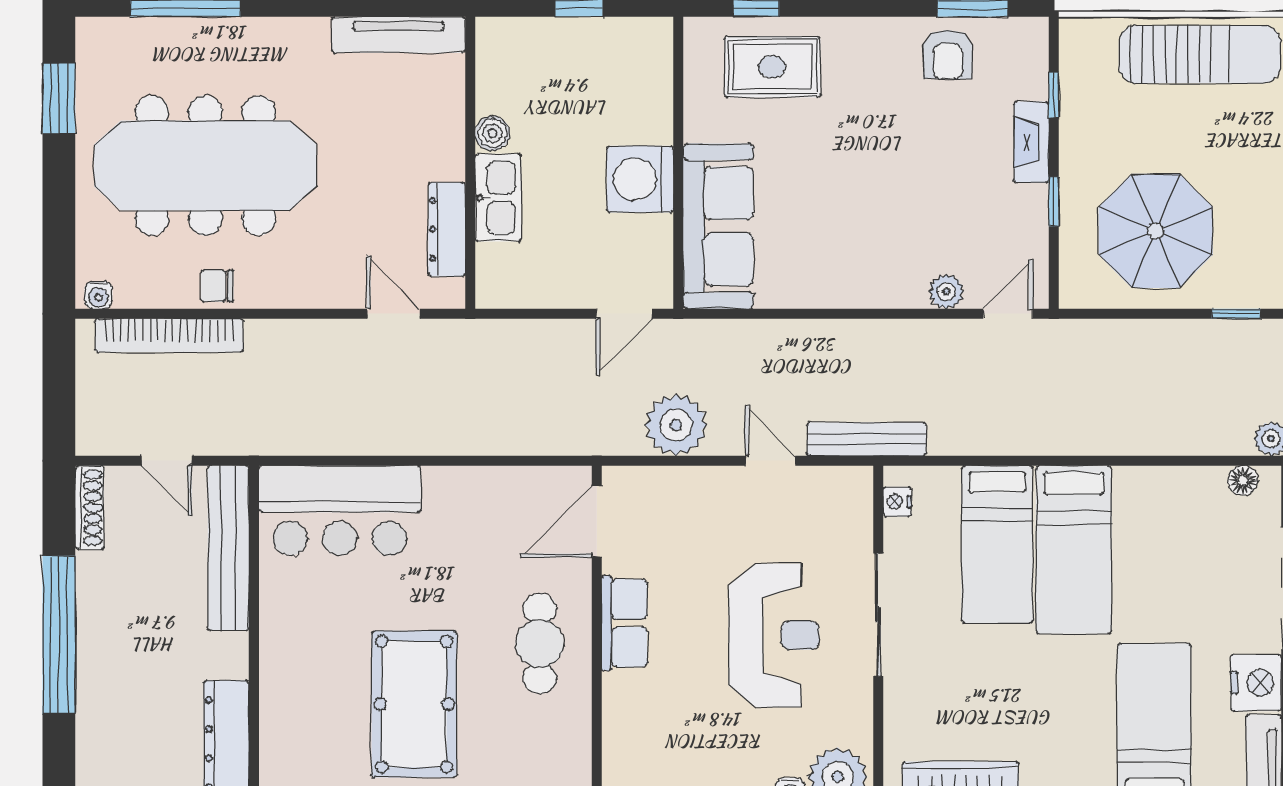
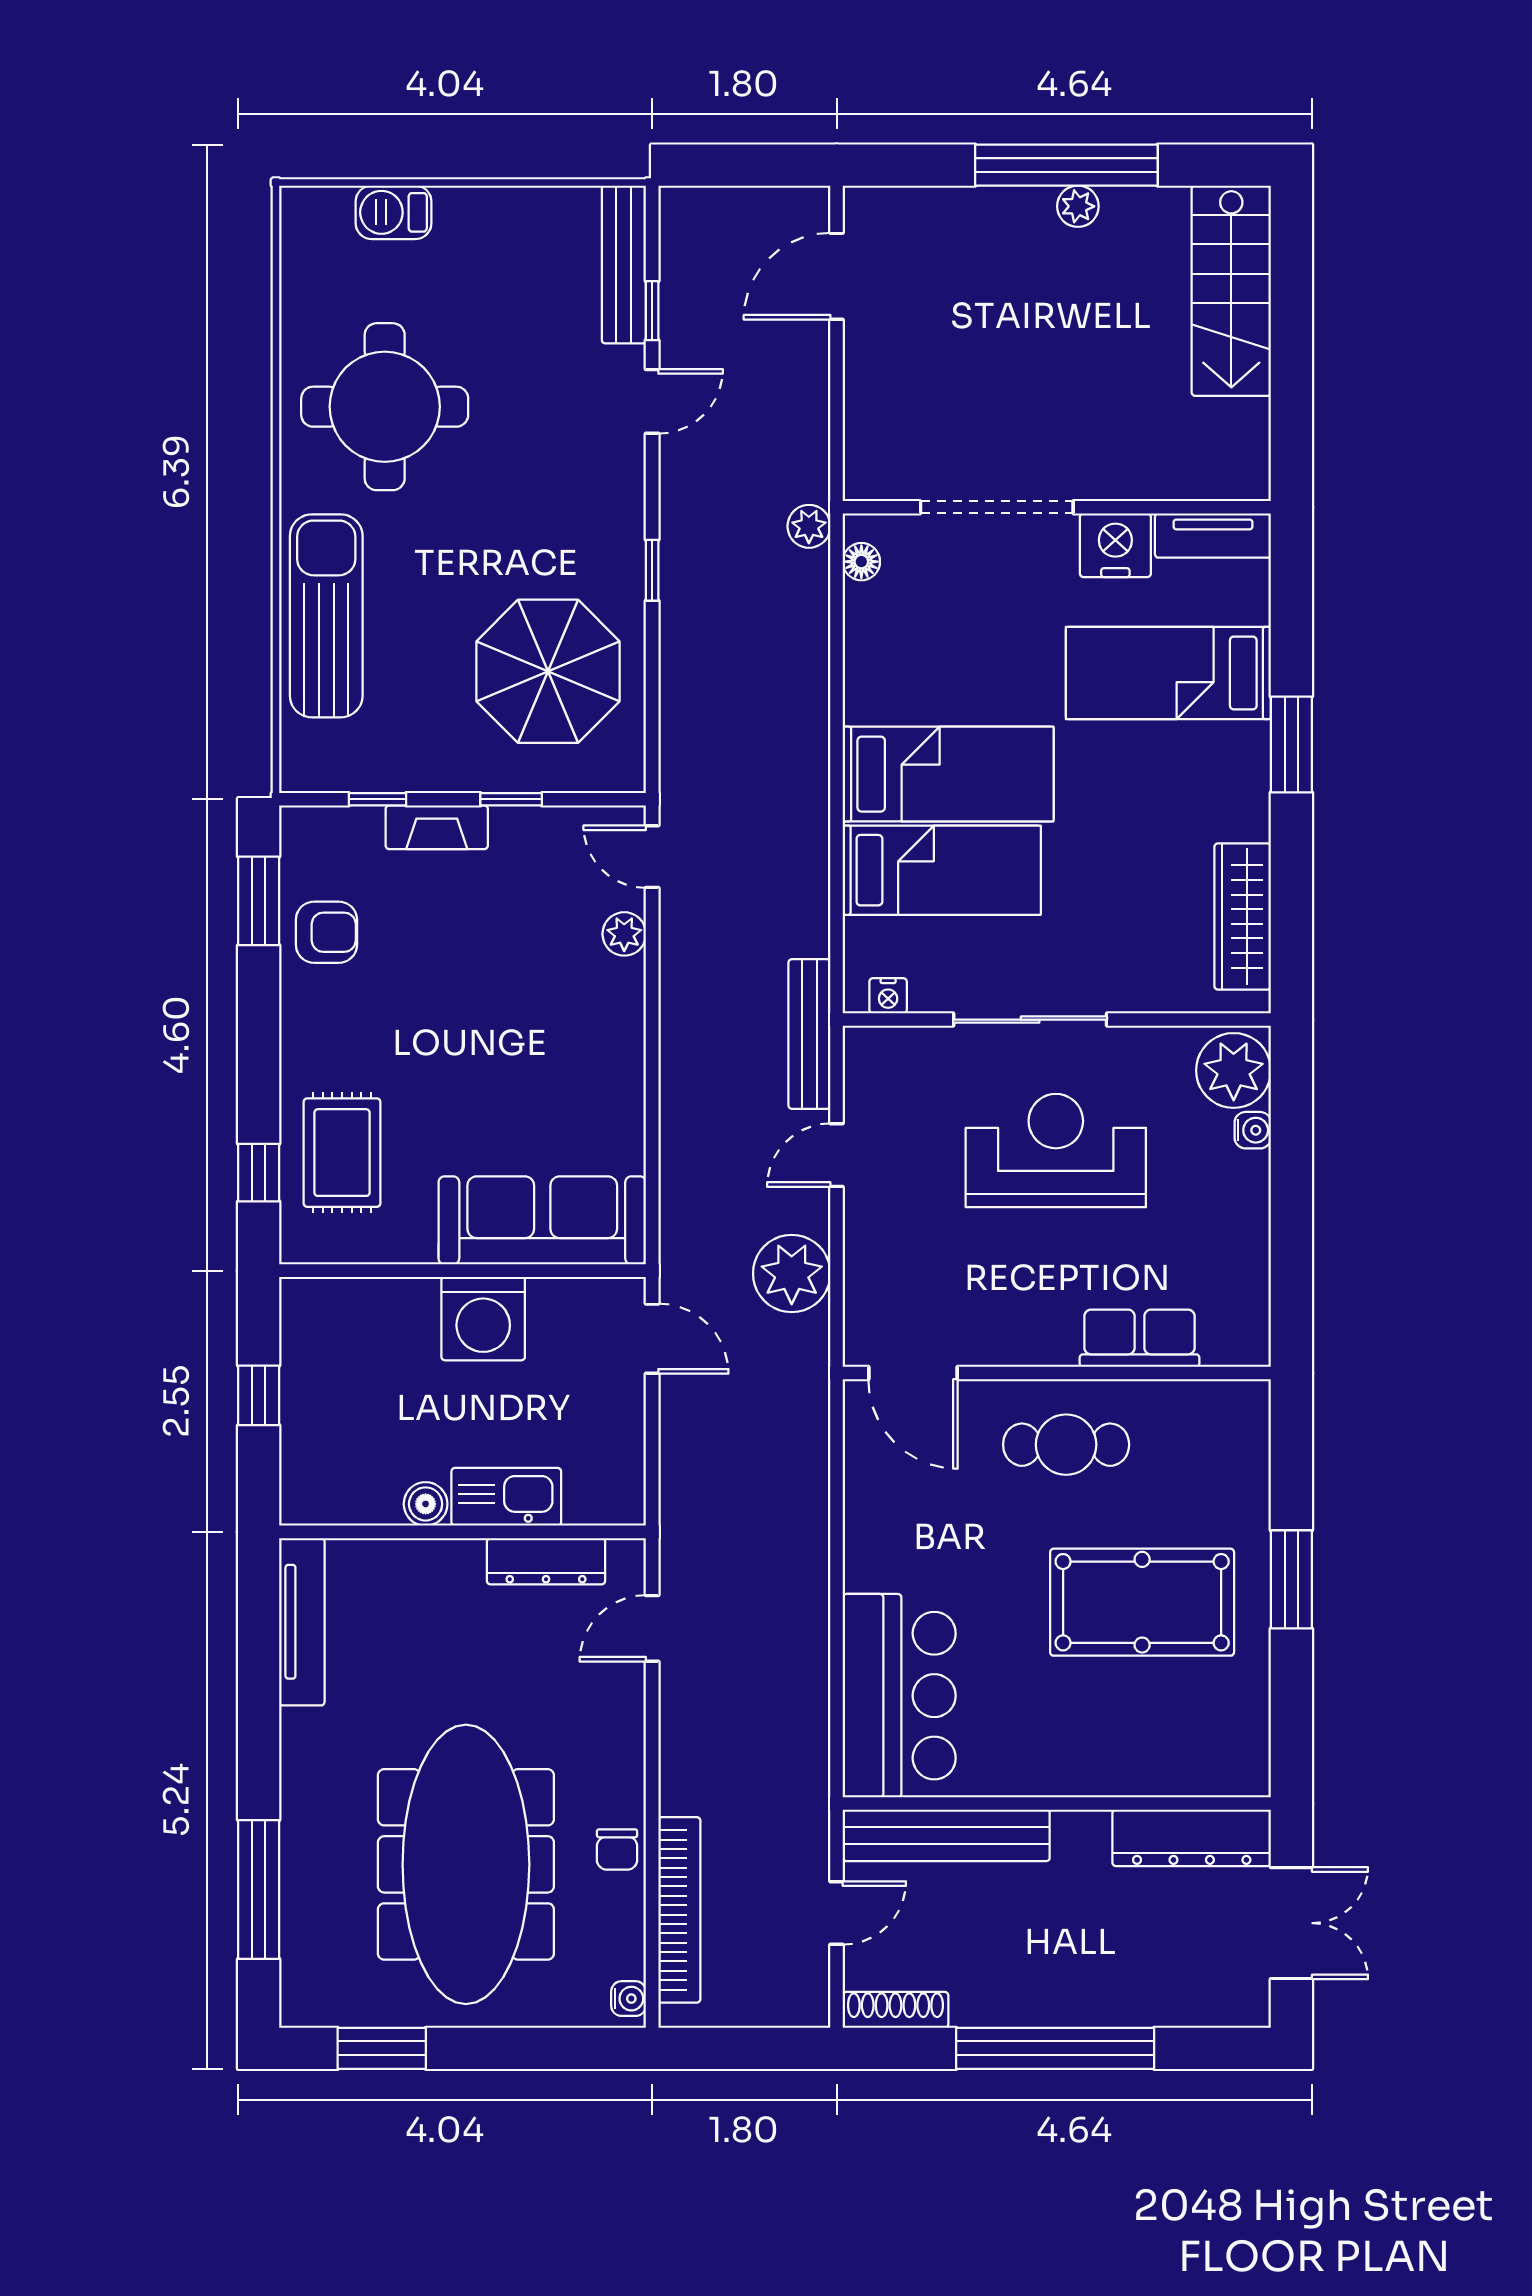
row of seats: (624, 623) -> (1139, 1338), moved

